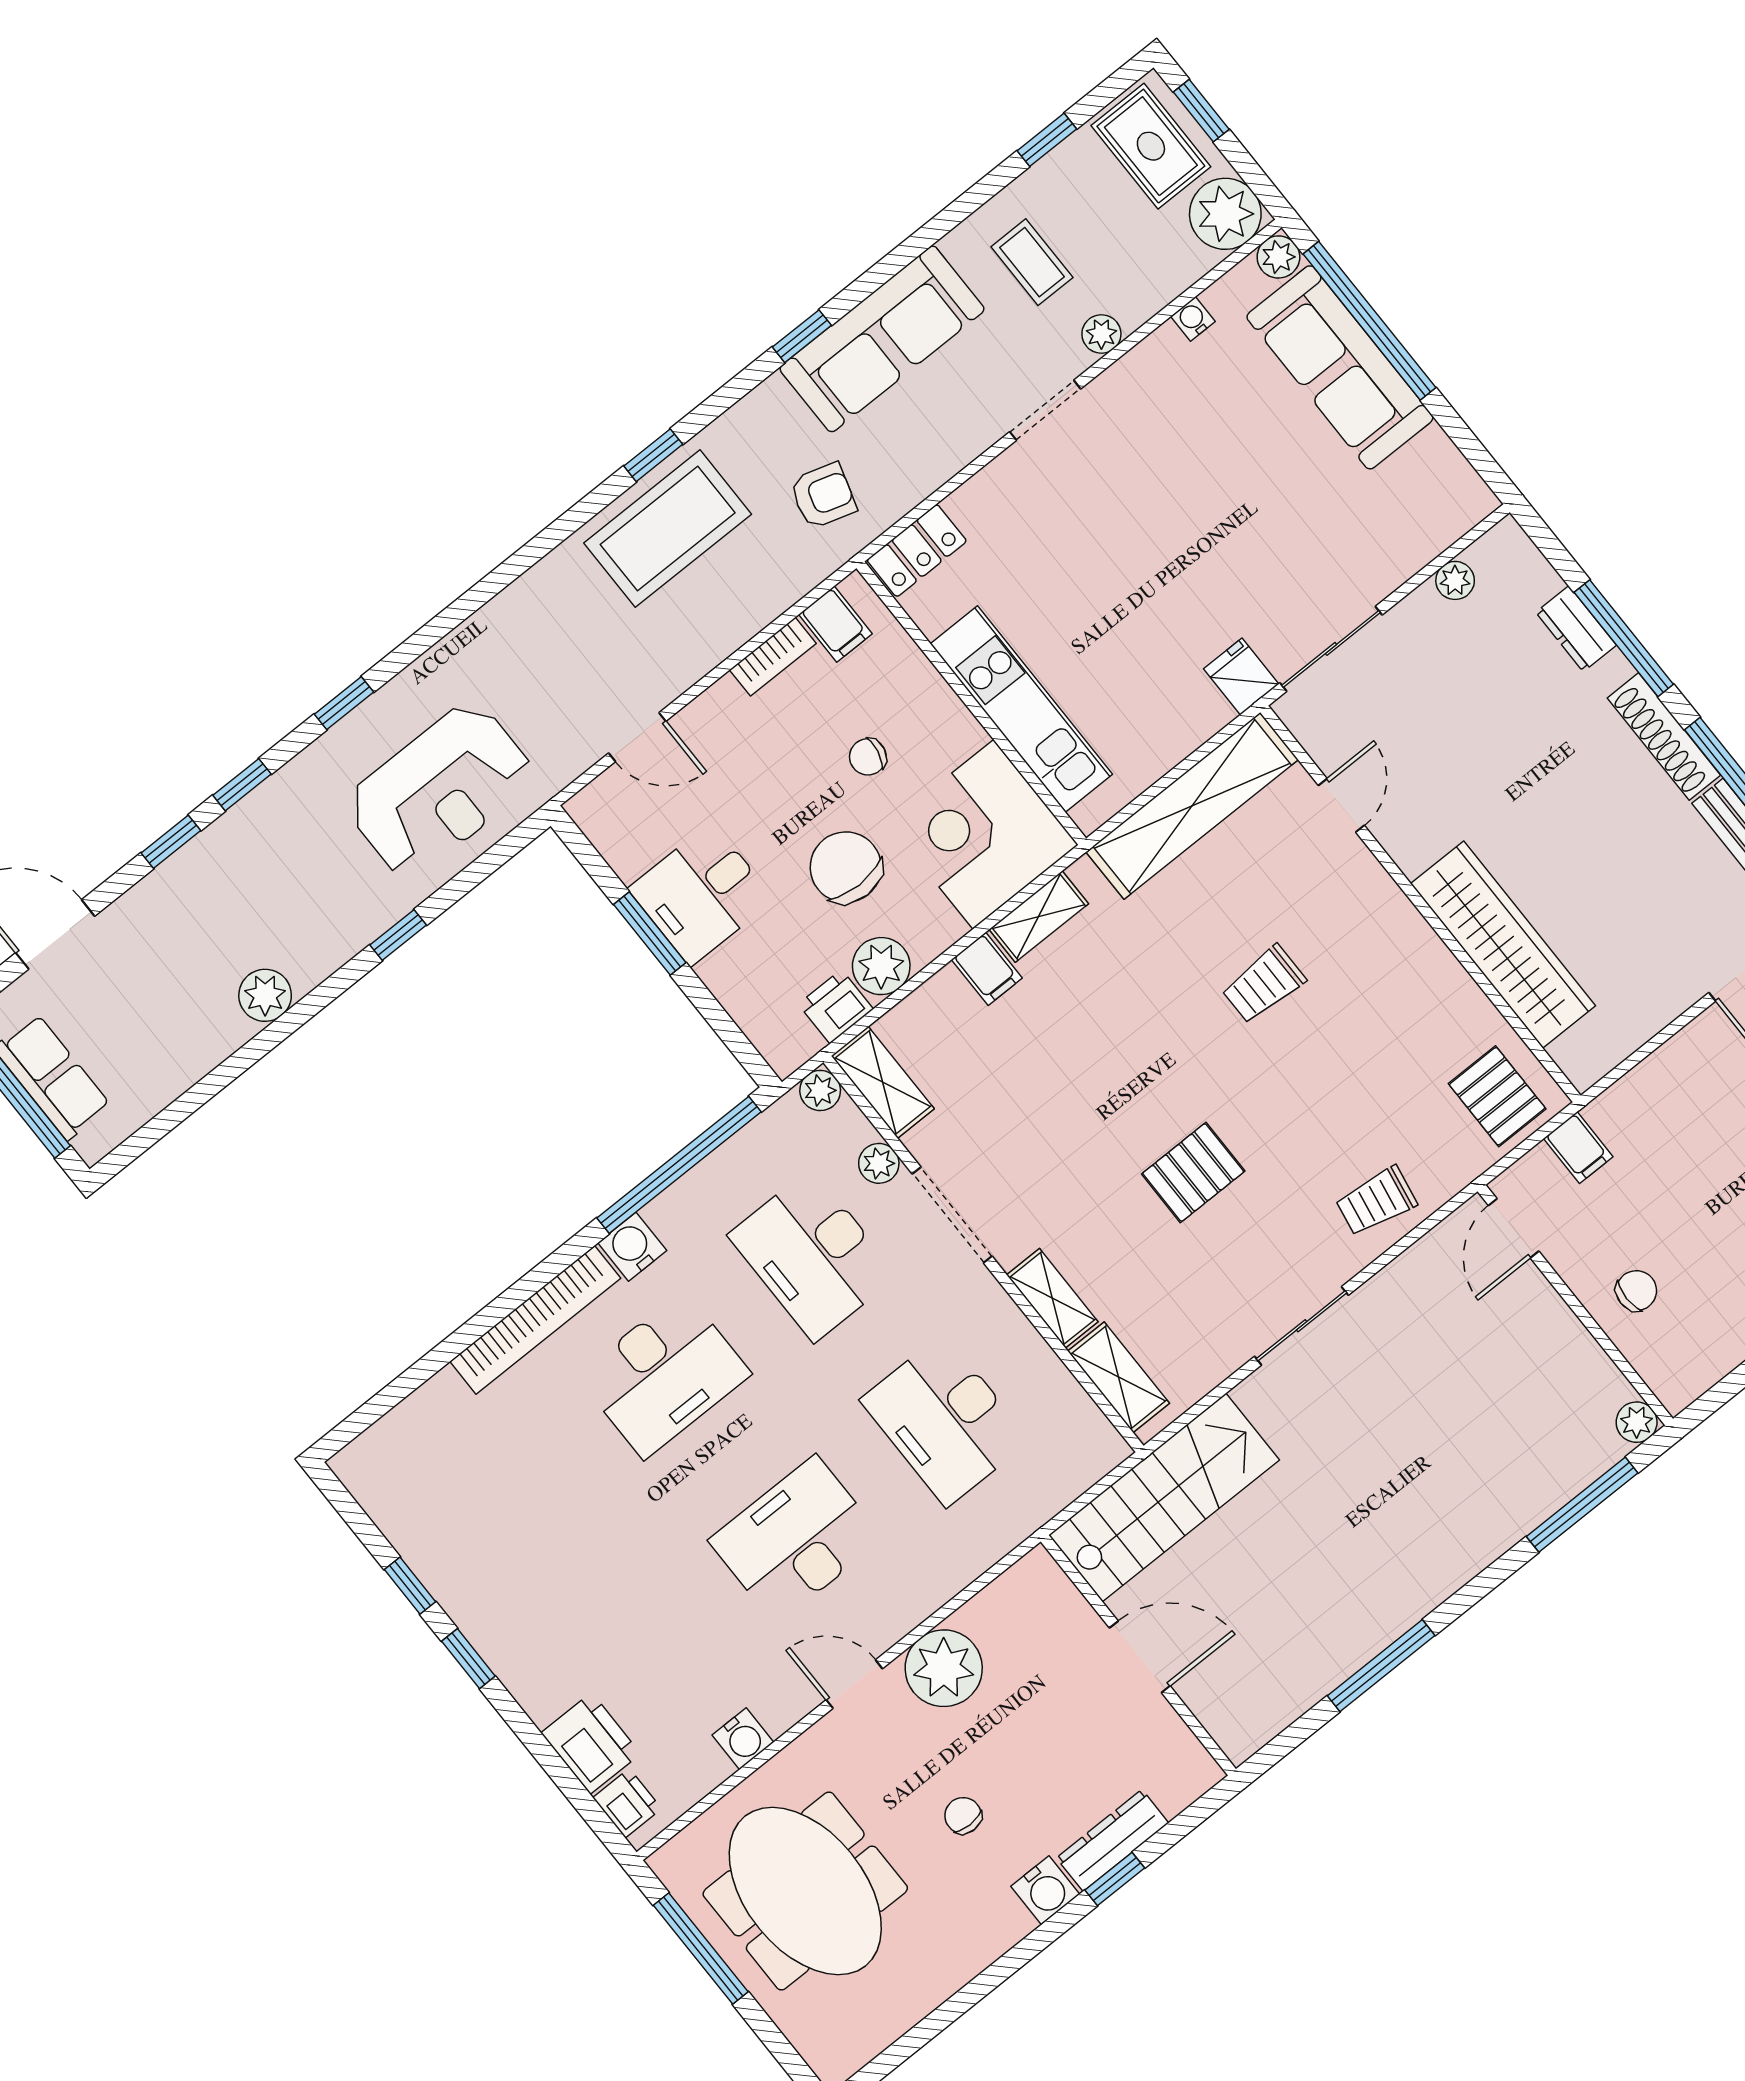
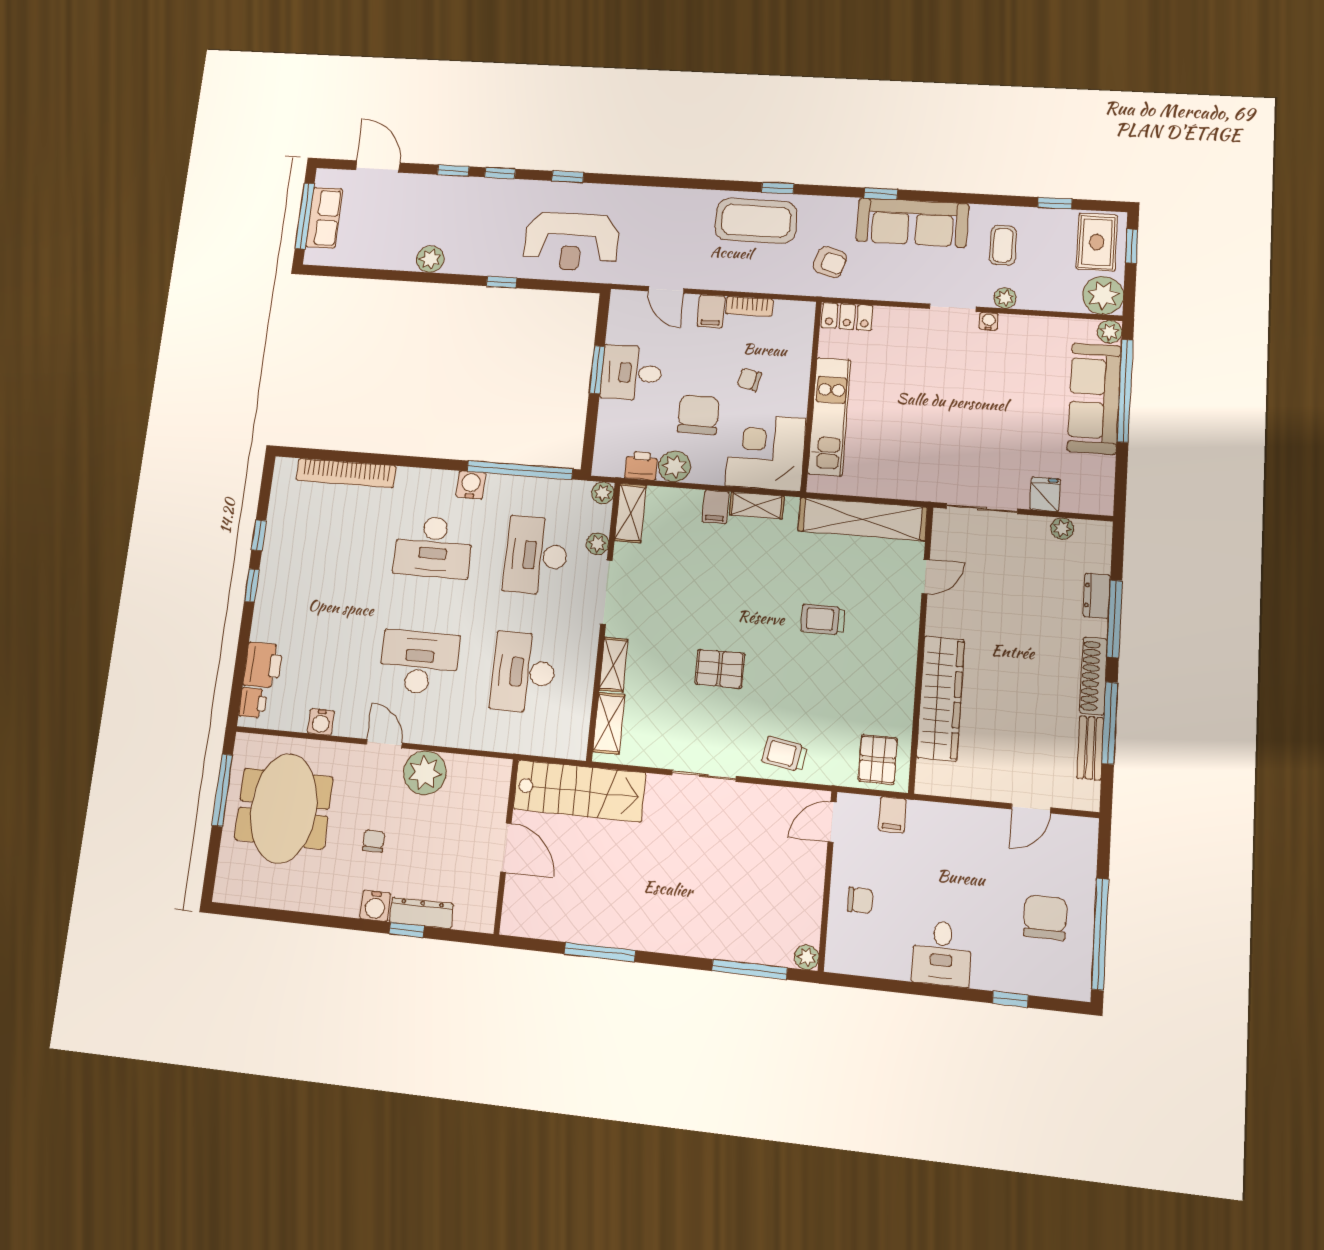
water cooler: (1193, 319) -> (989, 321), moved
filing cabinet: (835, 624) -> (711, 311), moved
fridge: (1241, 677) -> (1045, 494), moved
bookcase: (535, 1320) -> (346, 473), moved

